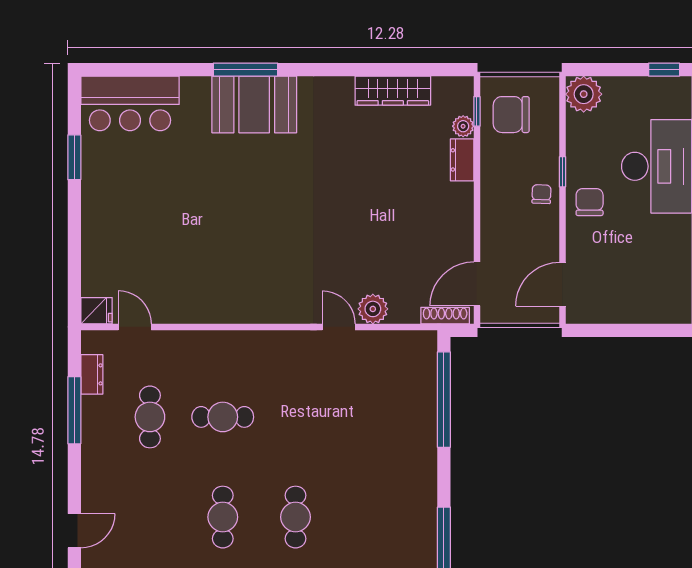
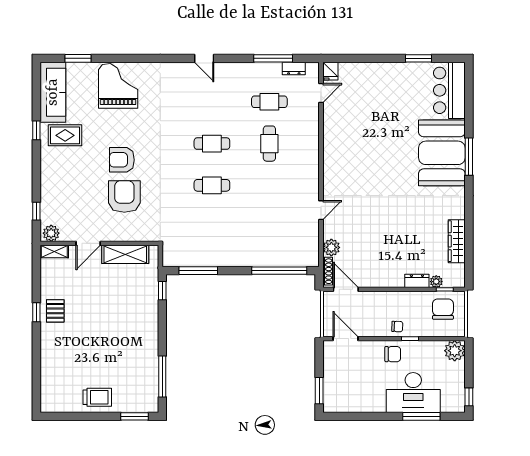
booth: (254, 104) -> (442, 153), width x1.36, depth x1.42
plant: (373, 309) -> (331, 247), moved
window: (653, 330) -> (319, 391), added

